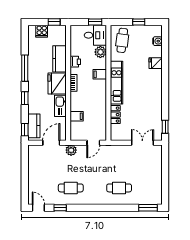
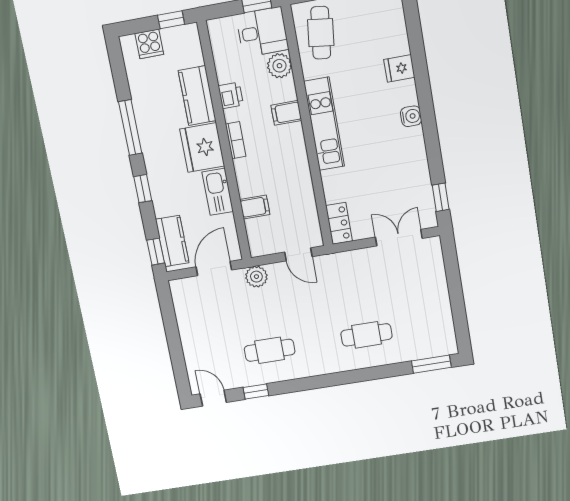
water cooler: (157, 41) -> (411, 116), moved
locker: (115, 115) -> (339, 223), moved
door: (93, 143) -> (298, 254), hinge flipped

